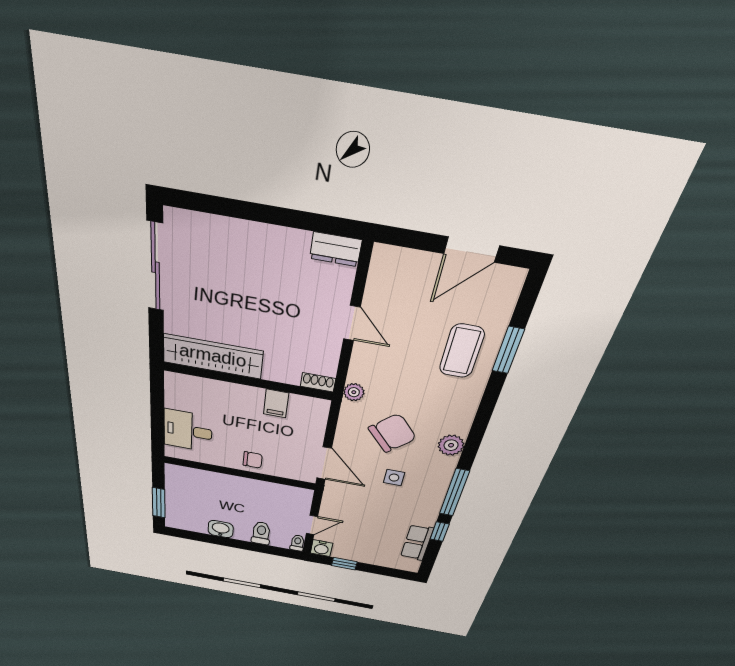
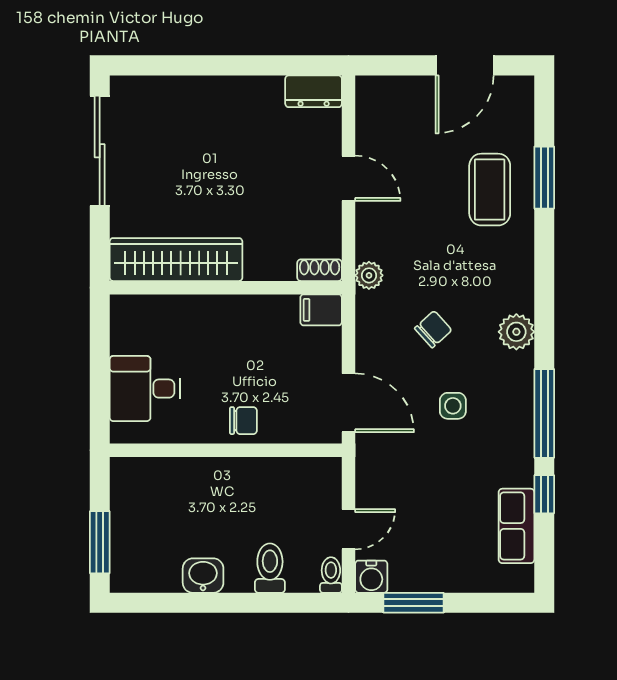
filing cabinet: (276, 404) -> (321, 310), moved, turned 90
chair: (392, 433) -> (433, 329), width x0.54, depth x0.54
window: (344, 564) -> (414, 603), width x1.50

